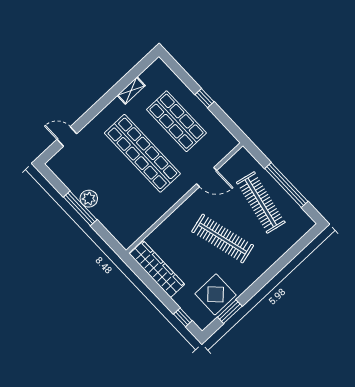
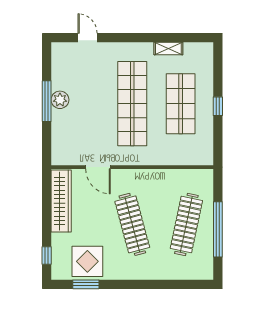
door: (207, 177) -> (98, 167), moved

